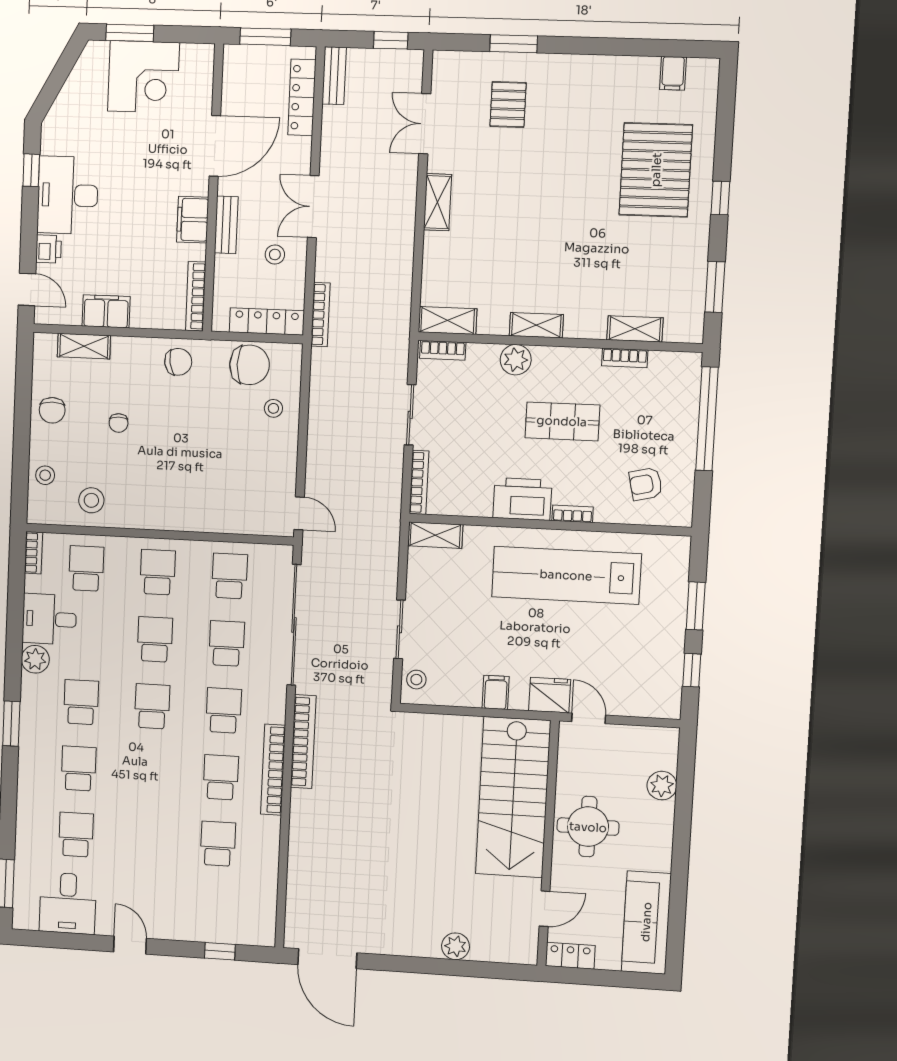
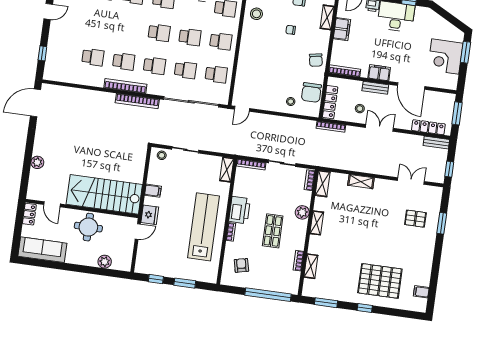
shelving: (437, 202) -> (361, 182), moved

